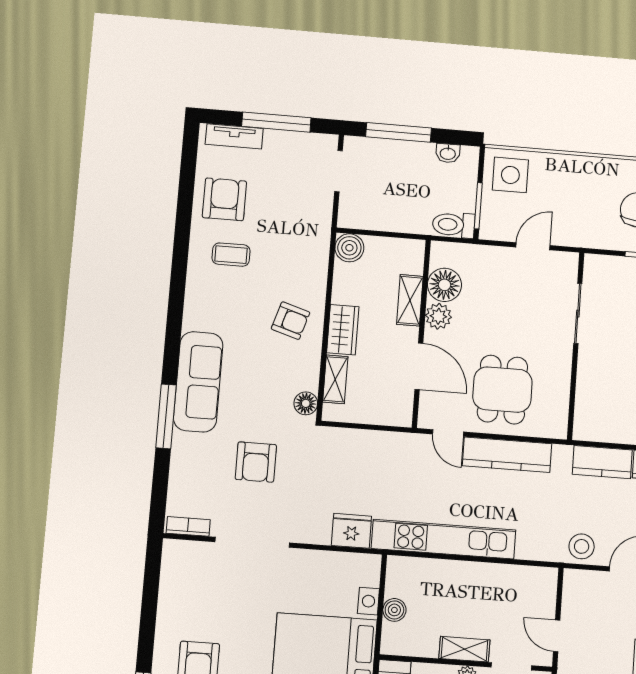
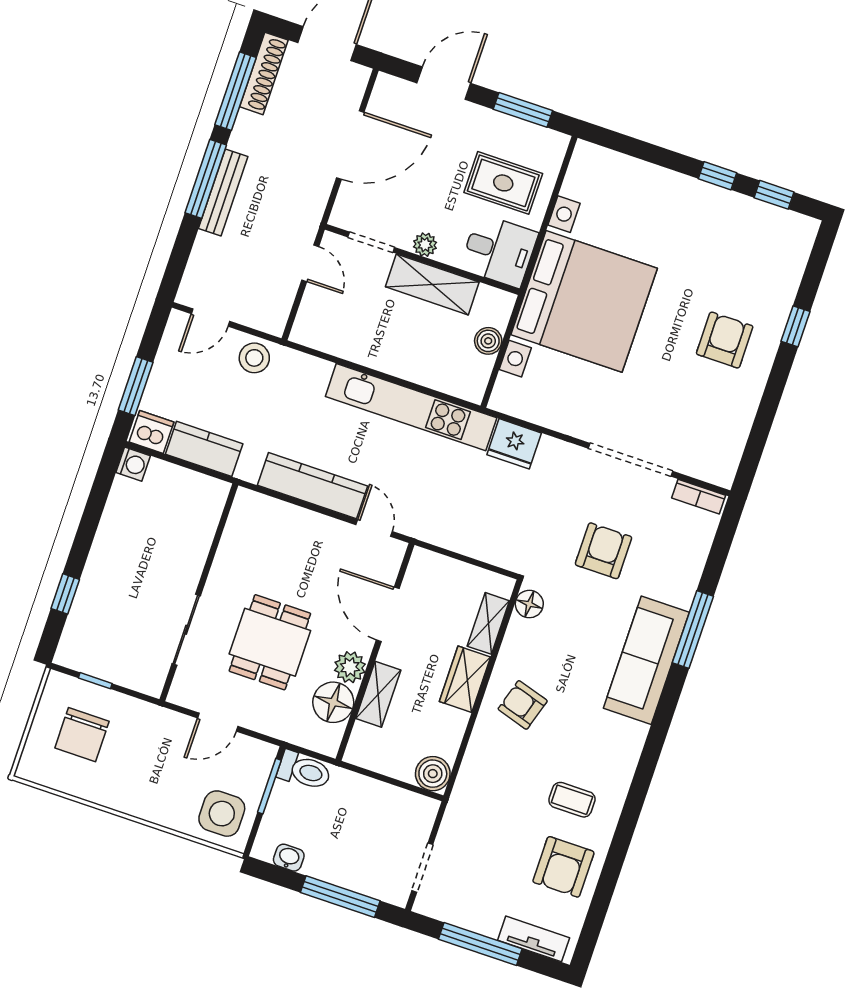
dining table: (502, 390) -> (270, 642), moved
shelving: (464, 649) -> (432, 284), width x1.50, depth x1.33

